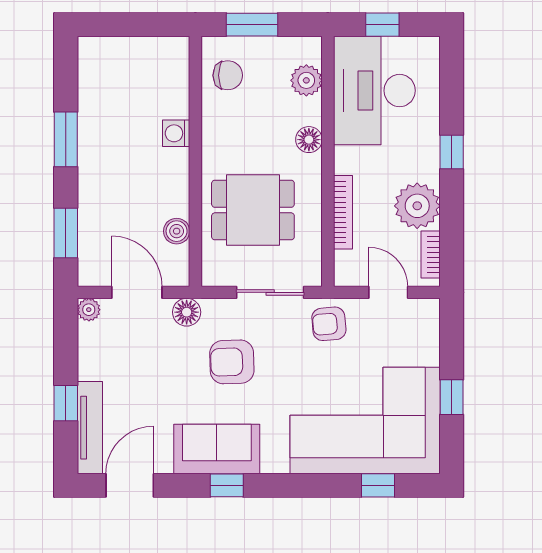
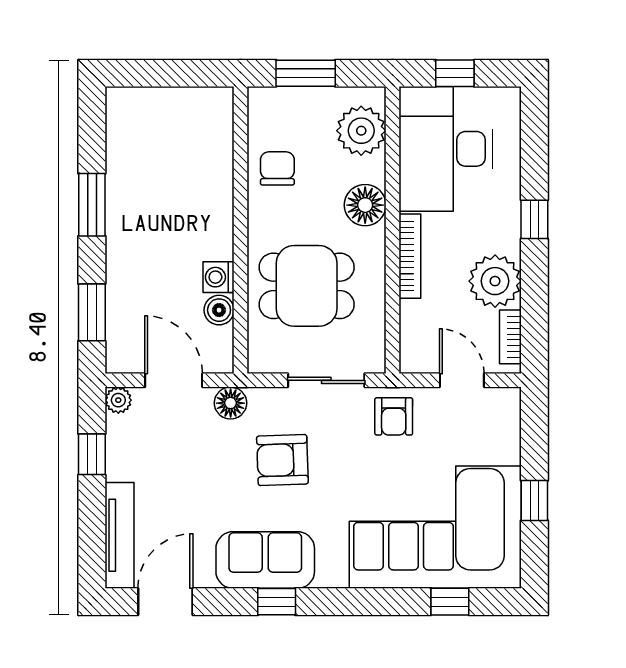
chair: (228, 75) -> (277, 168), moved, turned -90
plant: (306, 80) -> (361, 131), width x1.36, depth x1.36
washing machine: (176, 133) -> (218, 277), moved
floor lamp: (309, 140) -> (365, 205), width x1.38, depth x1.38
bookcase: (343, 212) -> (410, 256), moved
armchair: (329, 324) -> (394, 416), turned -85
window: (66, 403) -> (92, 454), moved

